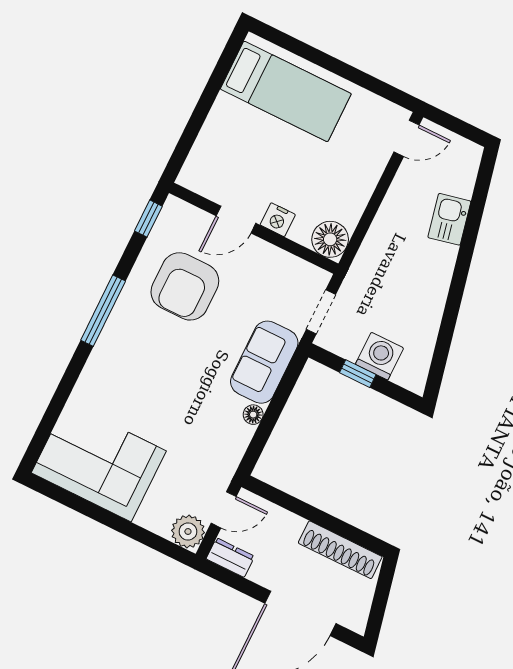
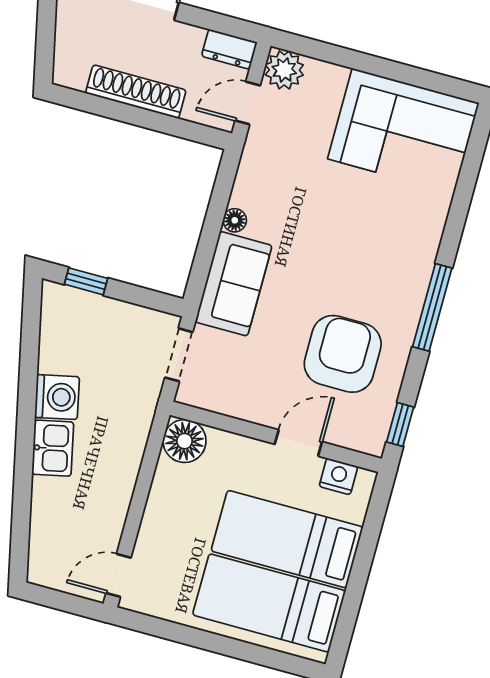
bed: (261, 142) -> (287, 539), added
kitchen sink: (449, 219) -> (53, 448), moved
nightstand: (278, 220) -> (338, 476), moved
washing machine: (379, 356) -> (57, 397), moved, turned -102
window: (358, 374) -> (86, 281), moved
shoe rack: (340, 550) -> (136, 92), moved

